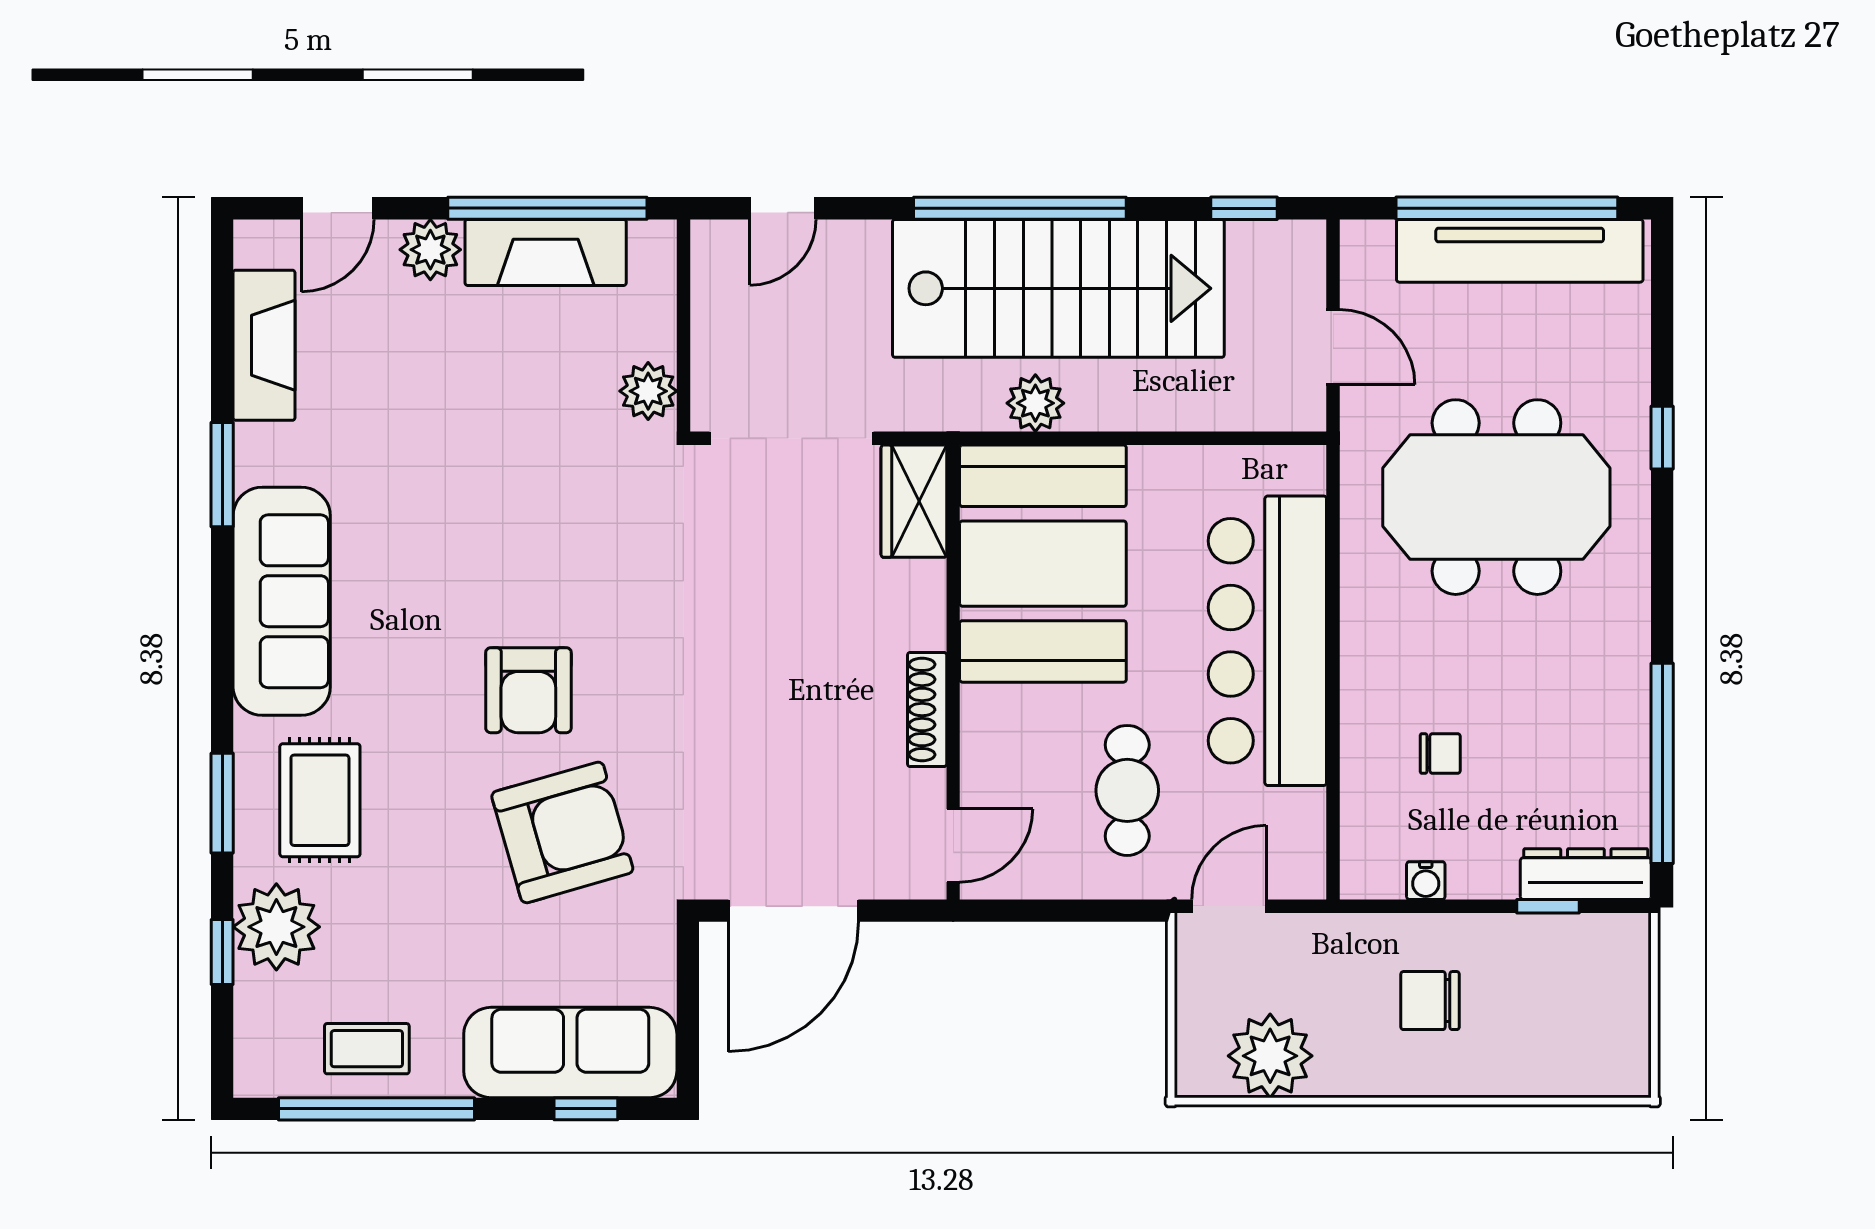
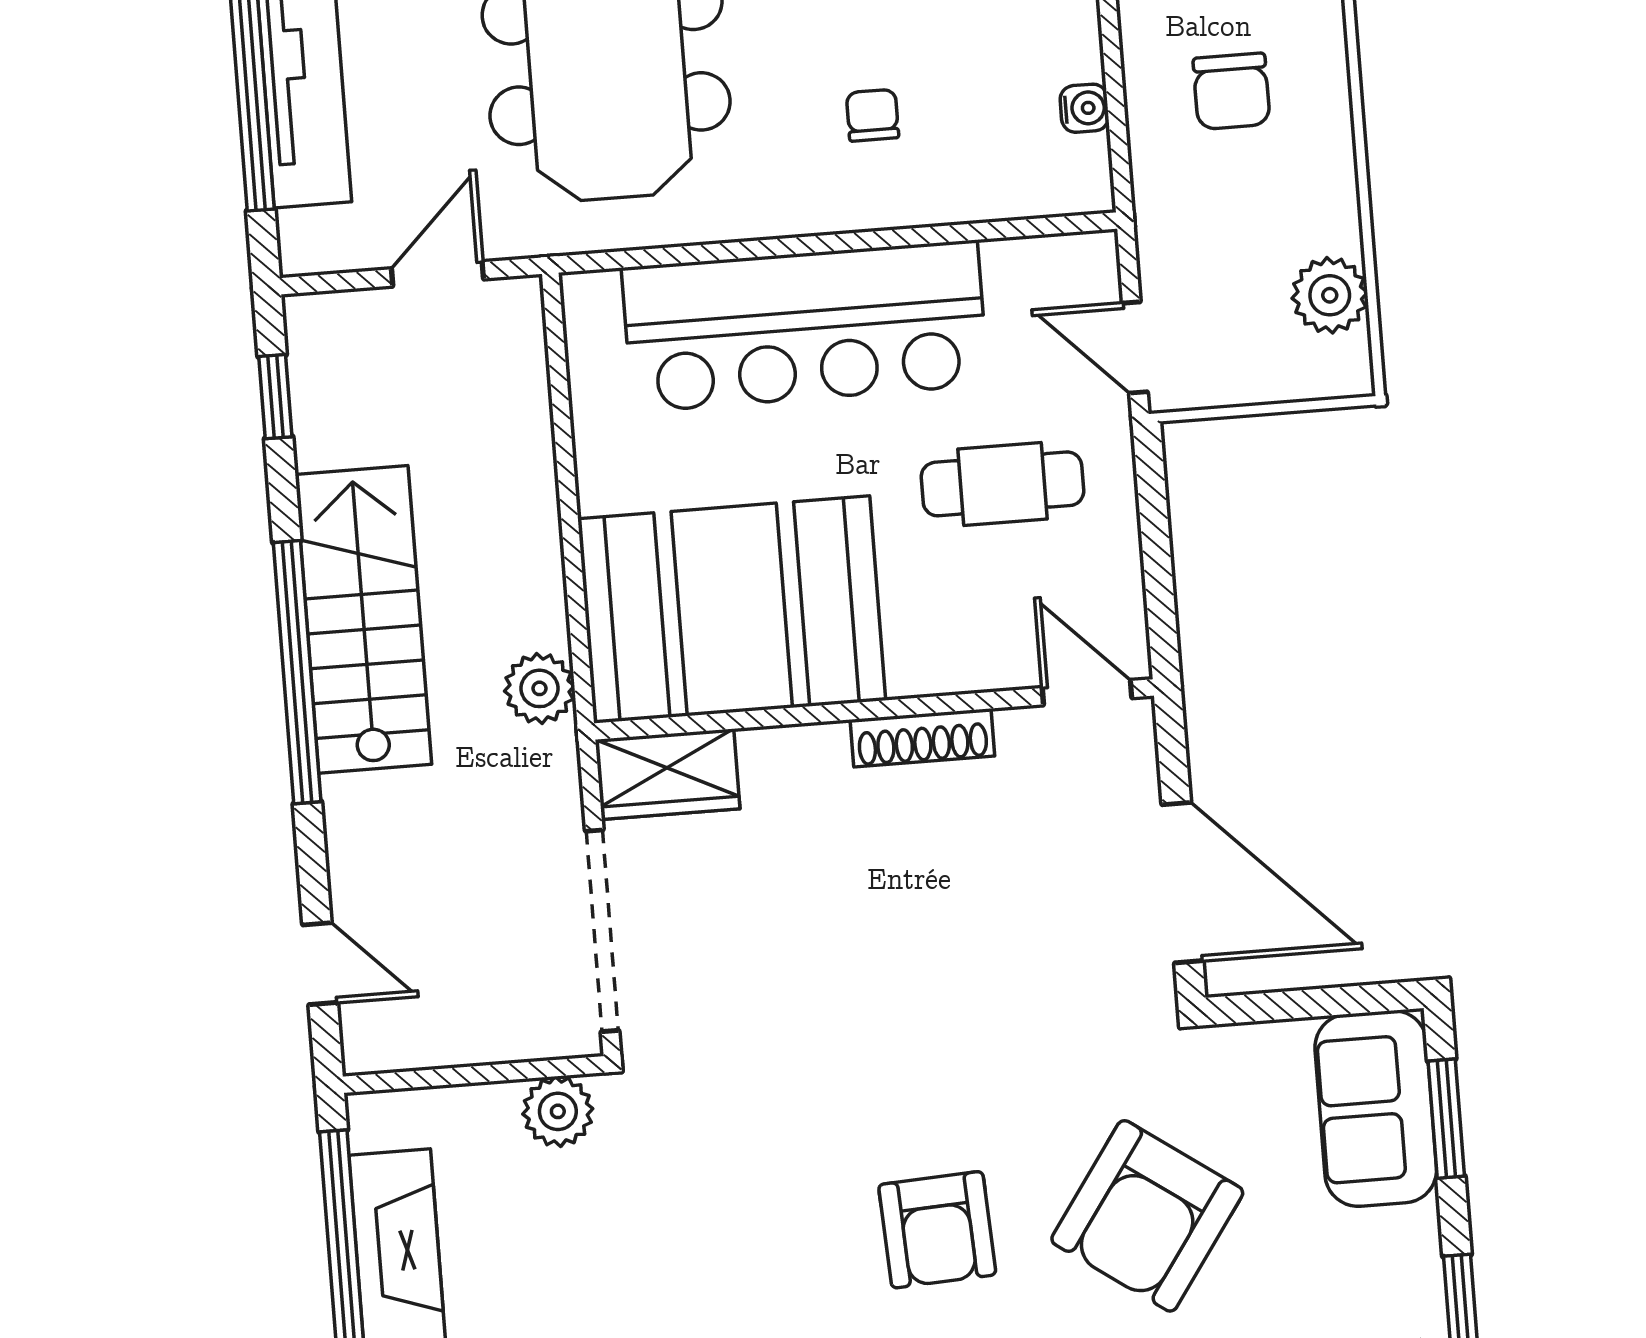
stairs: (1058, 288) -> (363, 619), width x0.73, depth x0.66
plant: (1035, 403) -> (539, 688), moved
armchair: (528, 690) -> (937, 1230), turned 87
chair: (1440, 753) -> (872, 115), moved
armchair: (562, 832) -> (1147, 1216), moved, turned -129
sofa: (570, 1053) -> (1376, 1109), width x0.73
plant: (1270, 1056) -> (1330, 295), width x0.73, depth x0.73
window: (586, 1109) -> (1446, 1119), width x1.50

